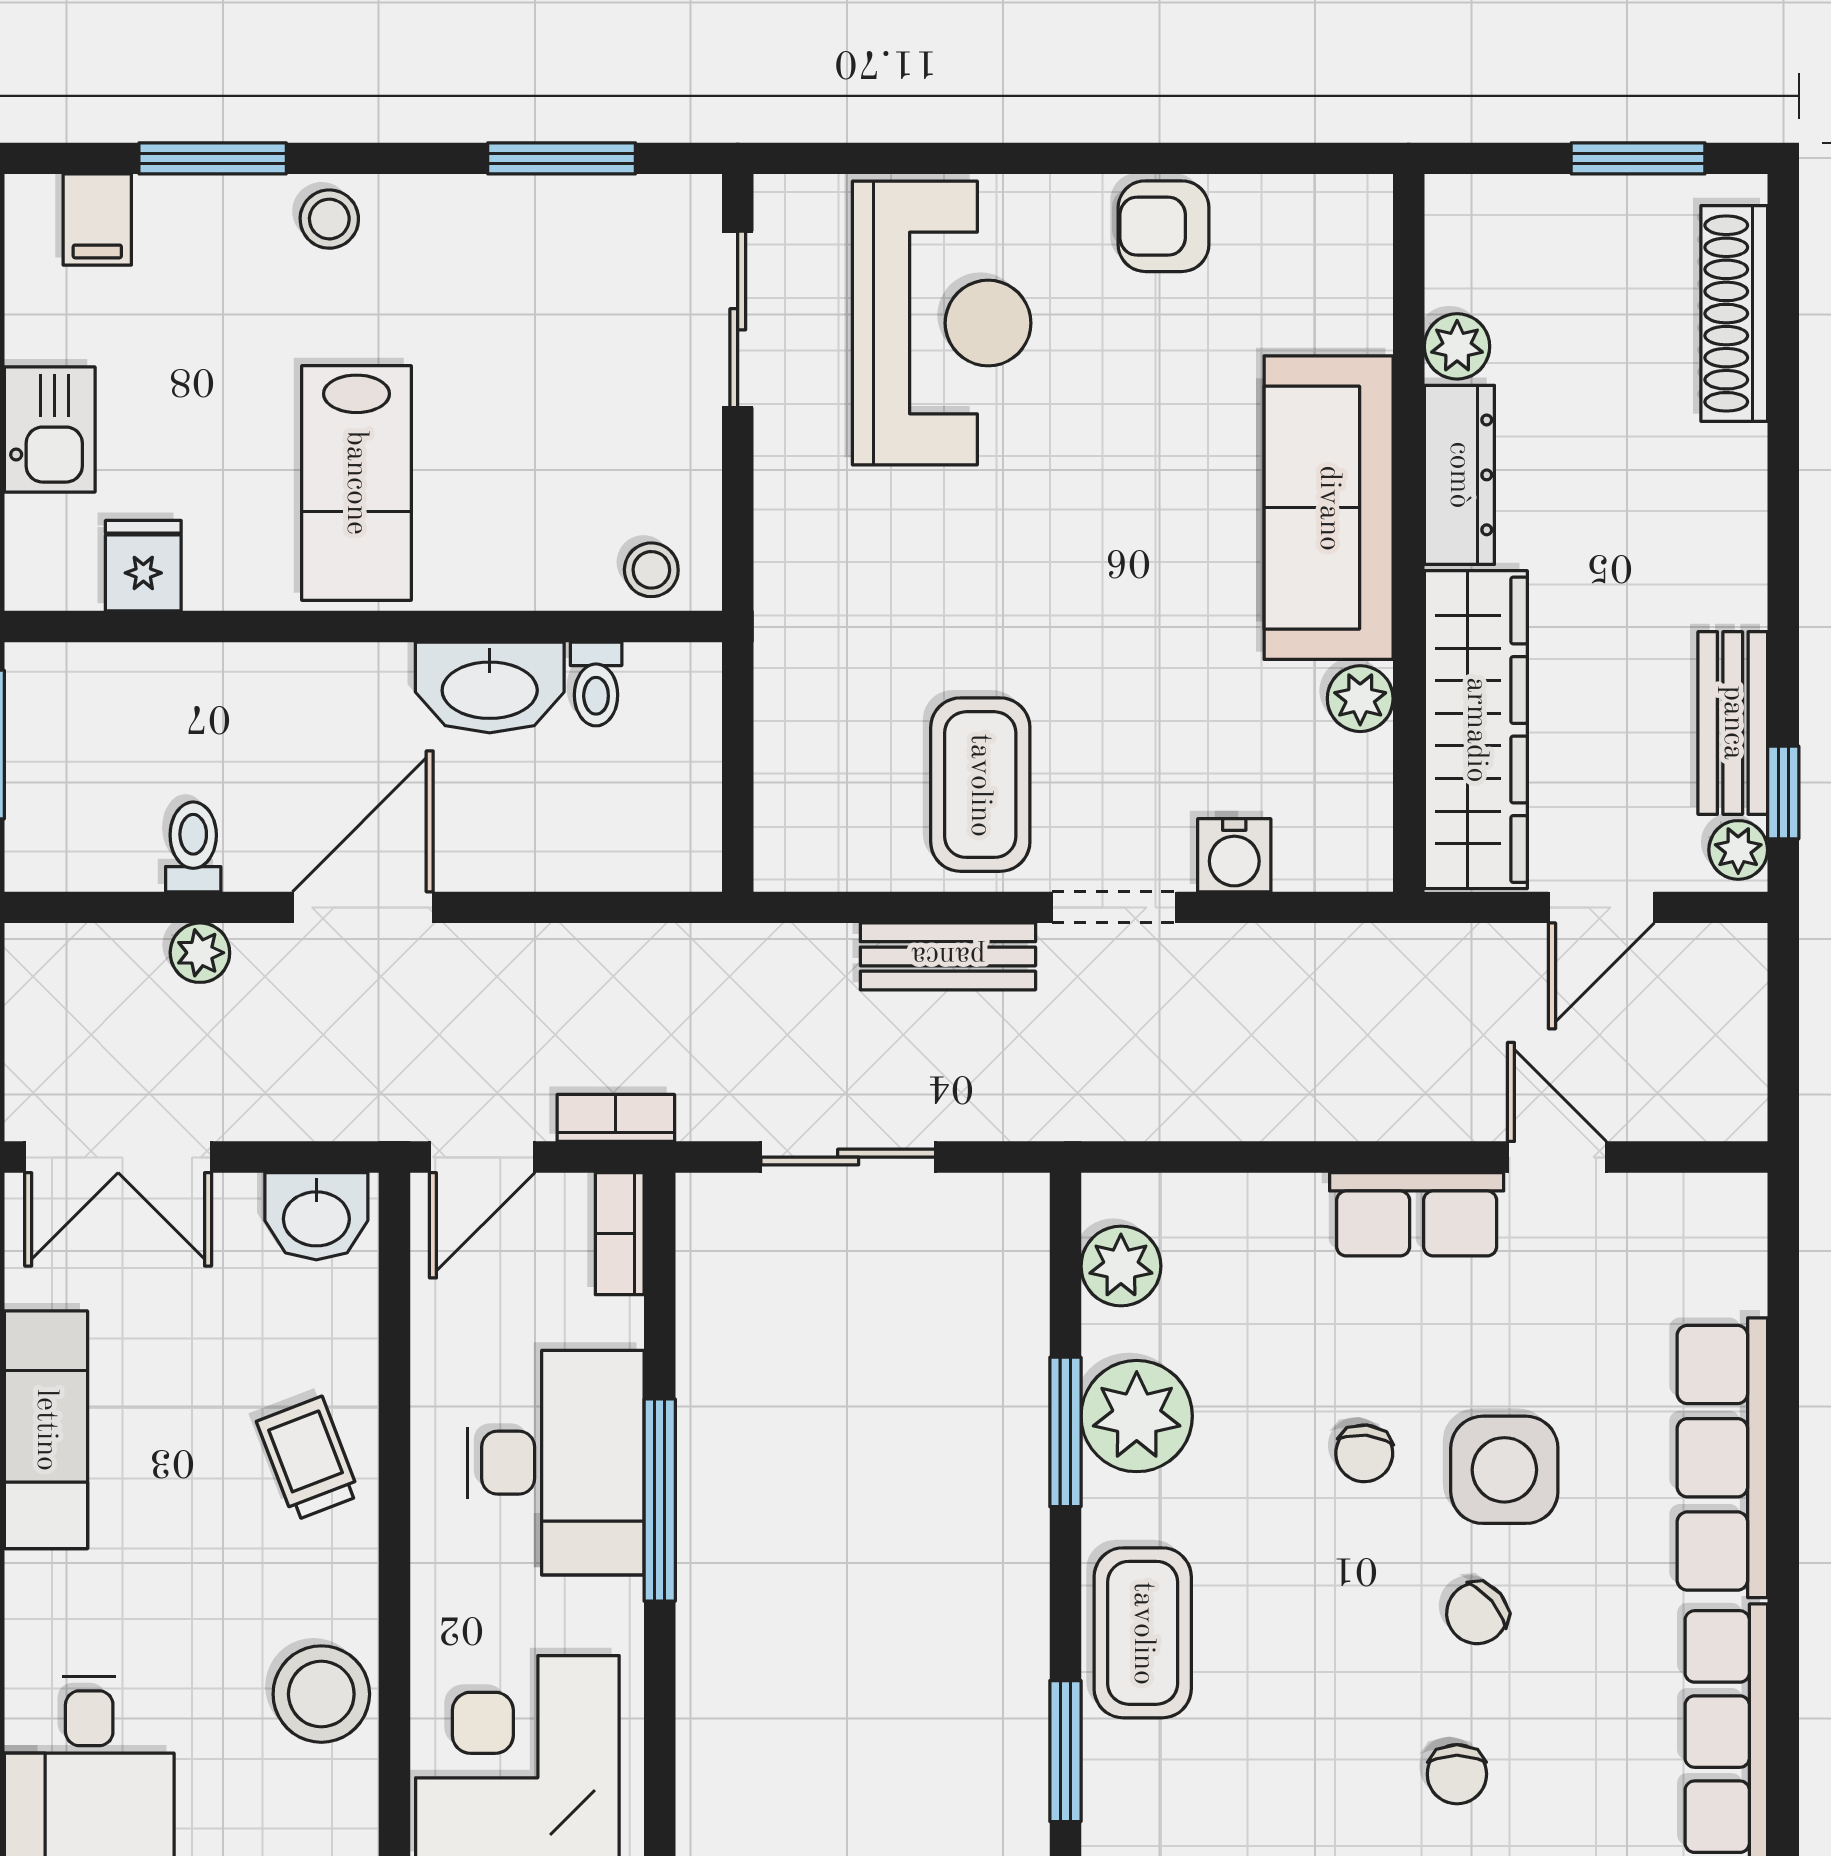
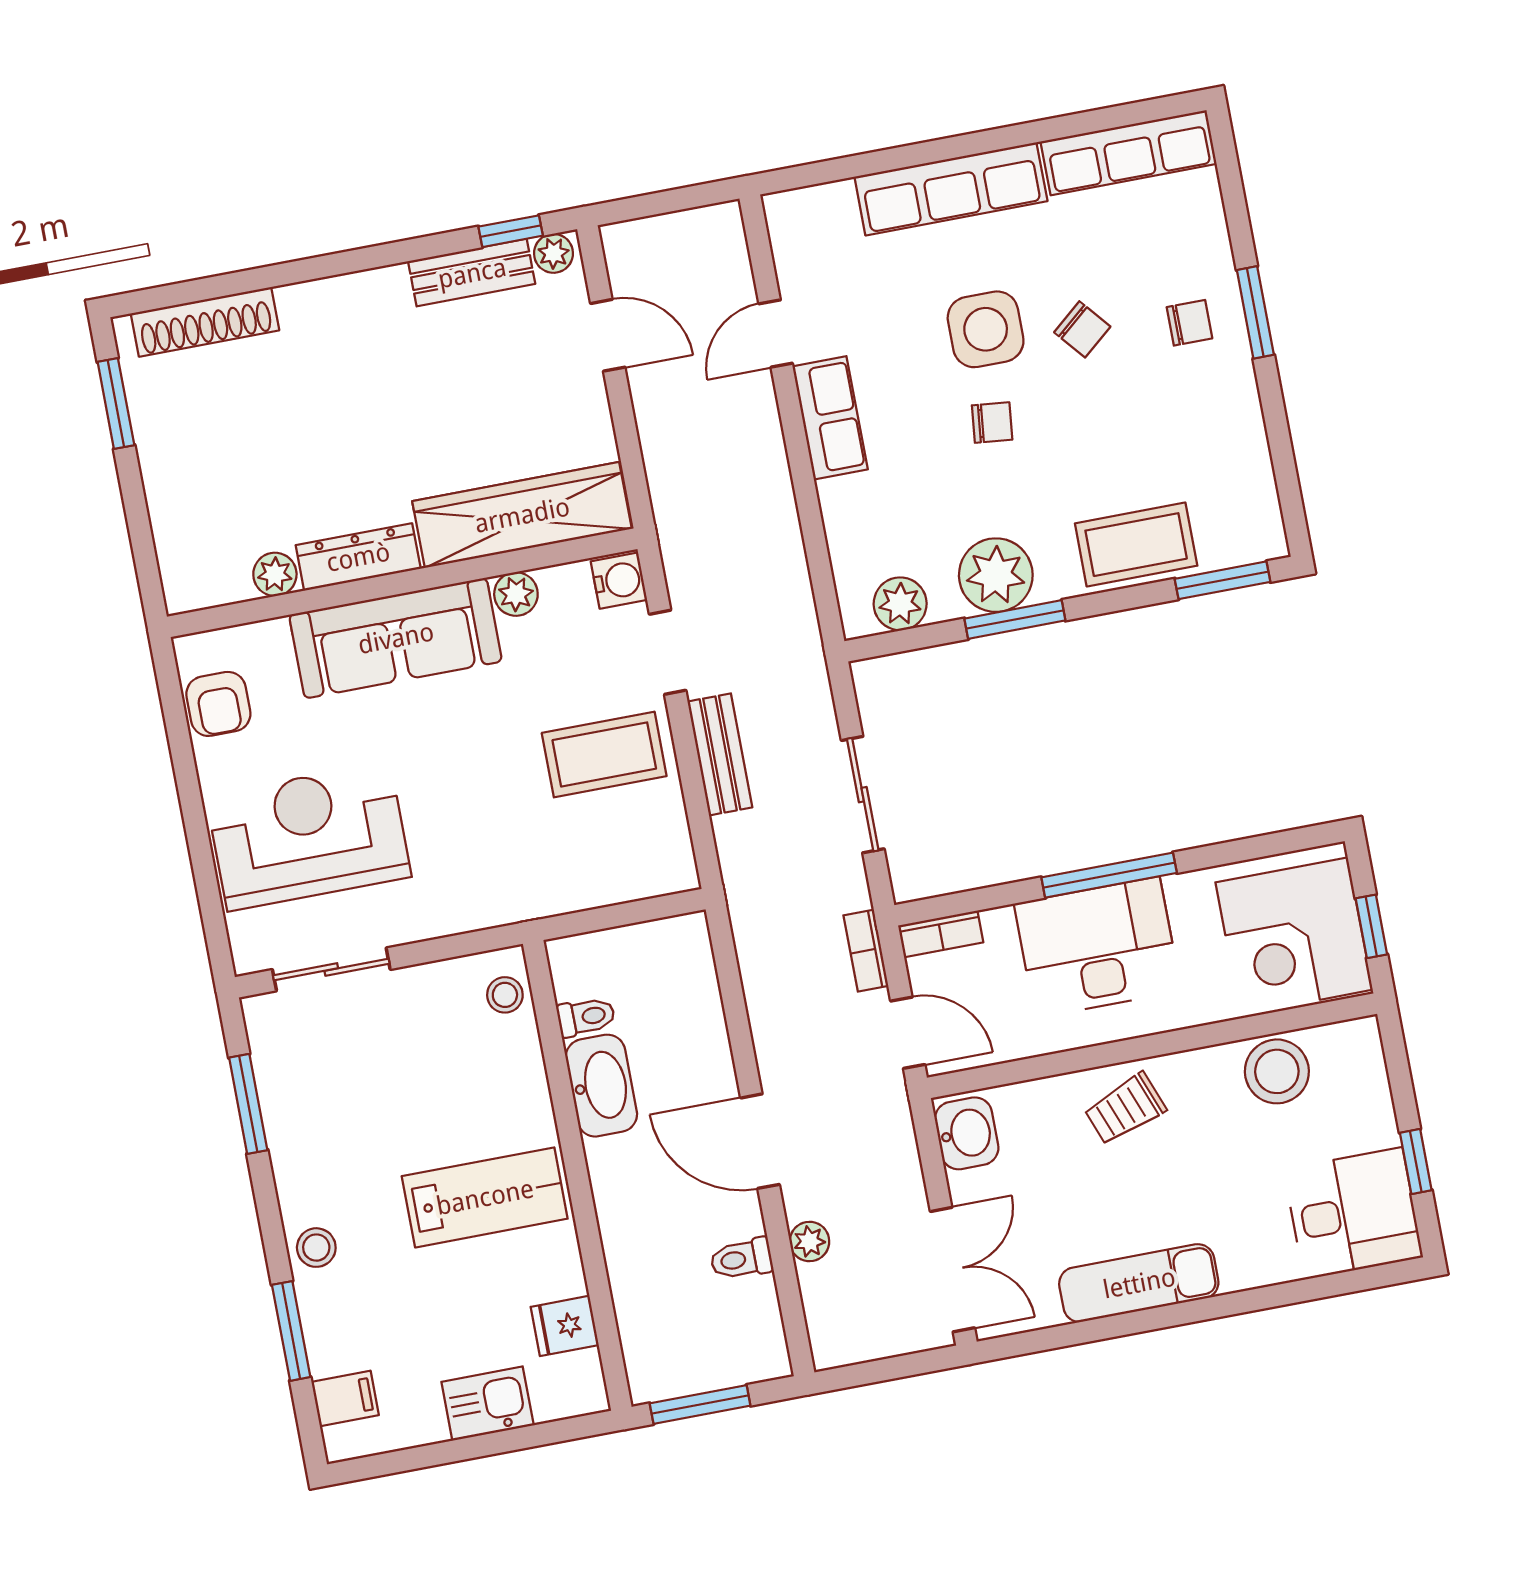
plant: (1457, 346) -> (275, 574), moved
dresser: (1459, 475) -> (358, 557), moved
sofa: (1329, 508) -> (396, 638), moved
wall: (1409, 533) -> (402, 583), moved
plant: (1360, 699) -> (516, 594), moved
wardrobe: (1476, 730) -> (522, 515), moved

